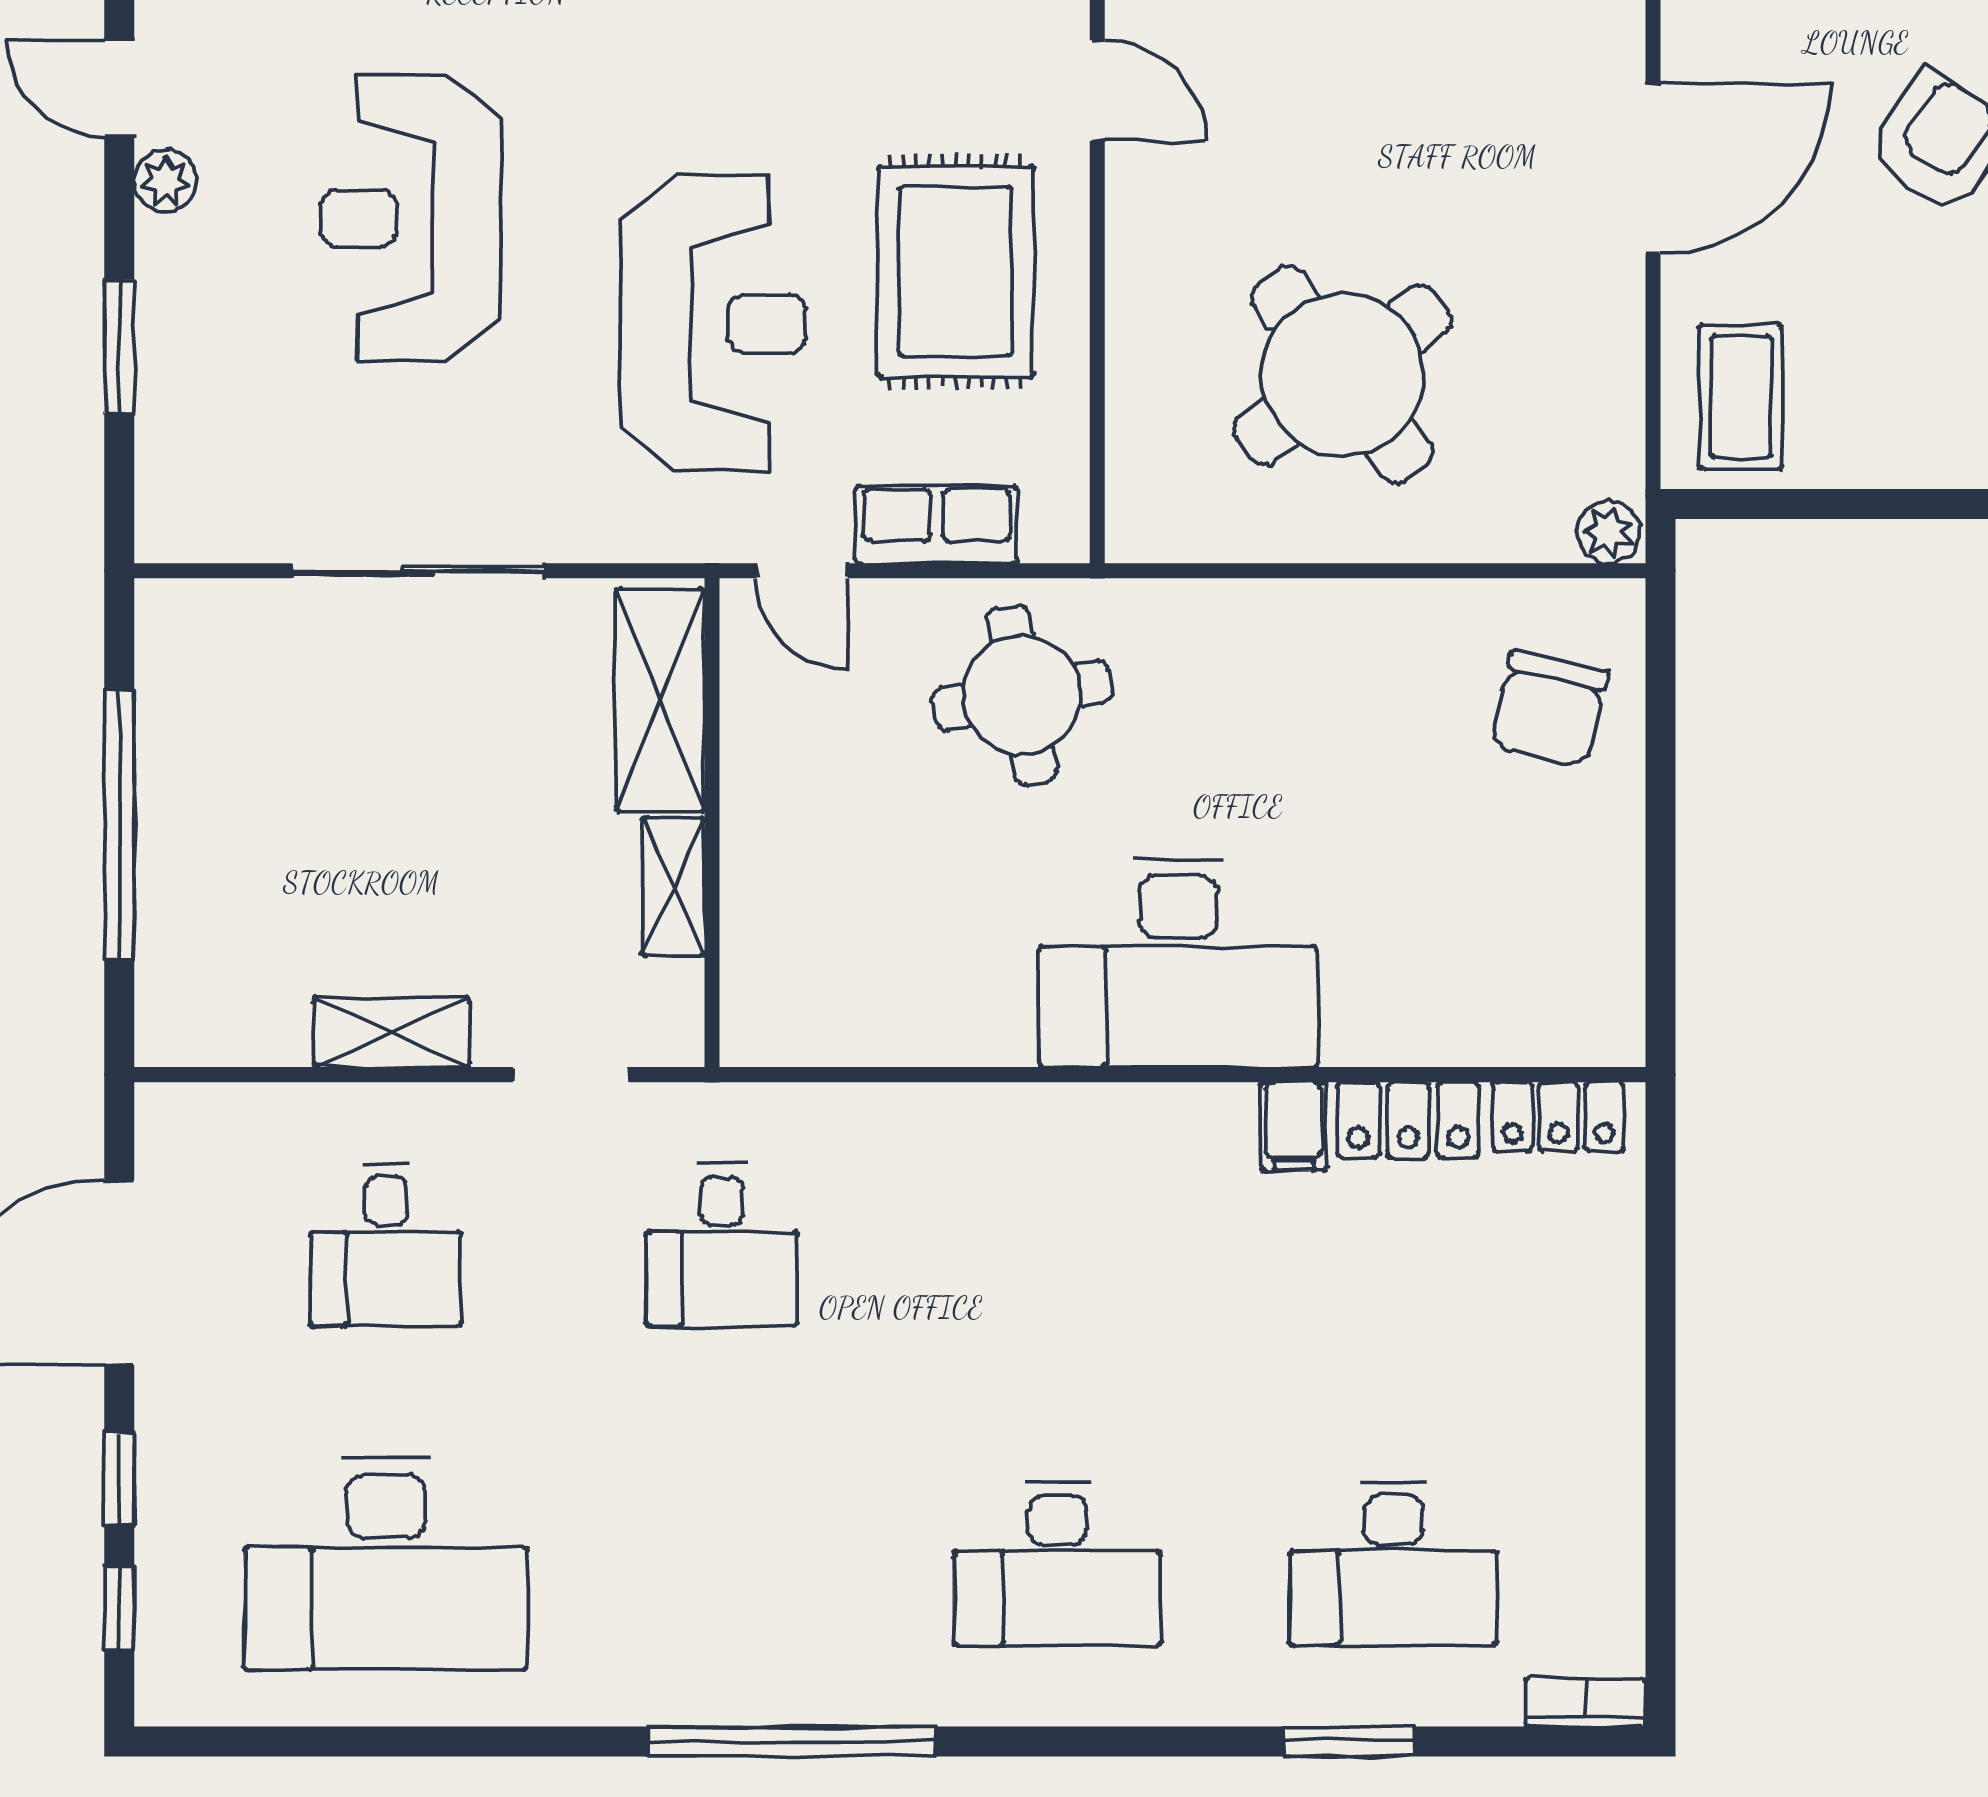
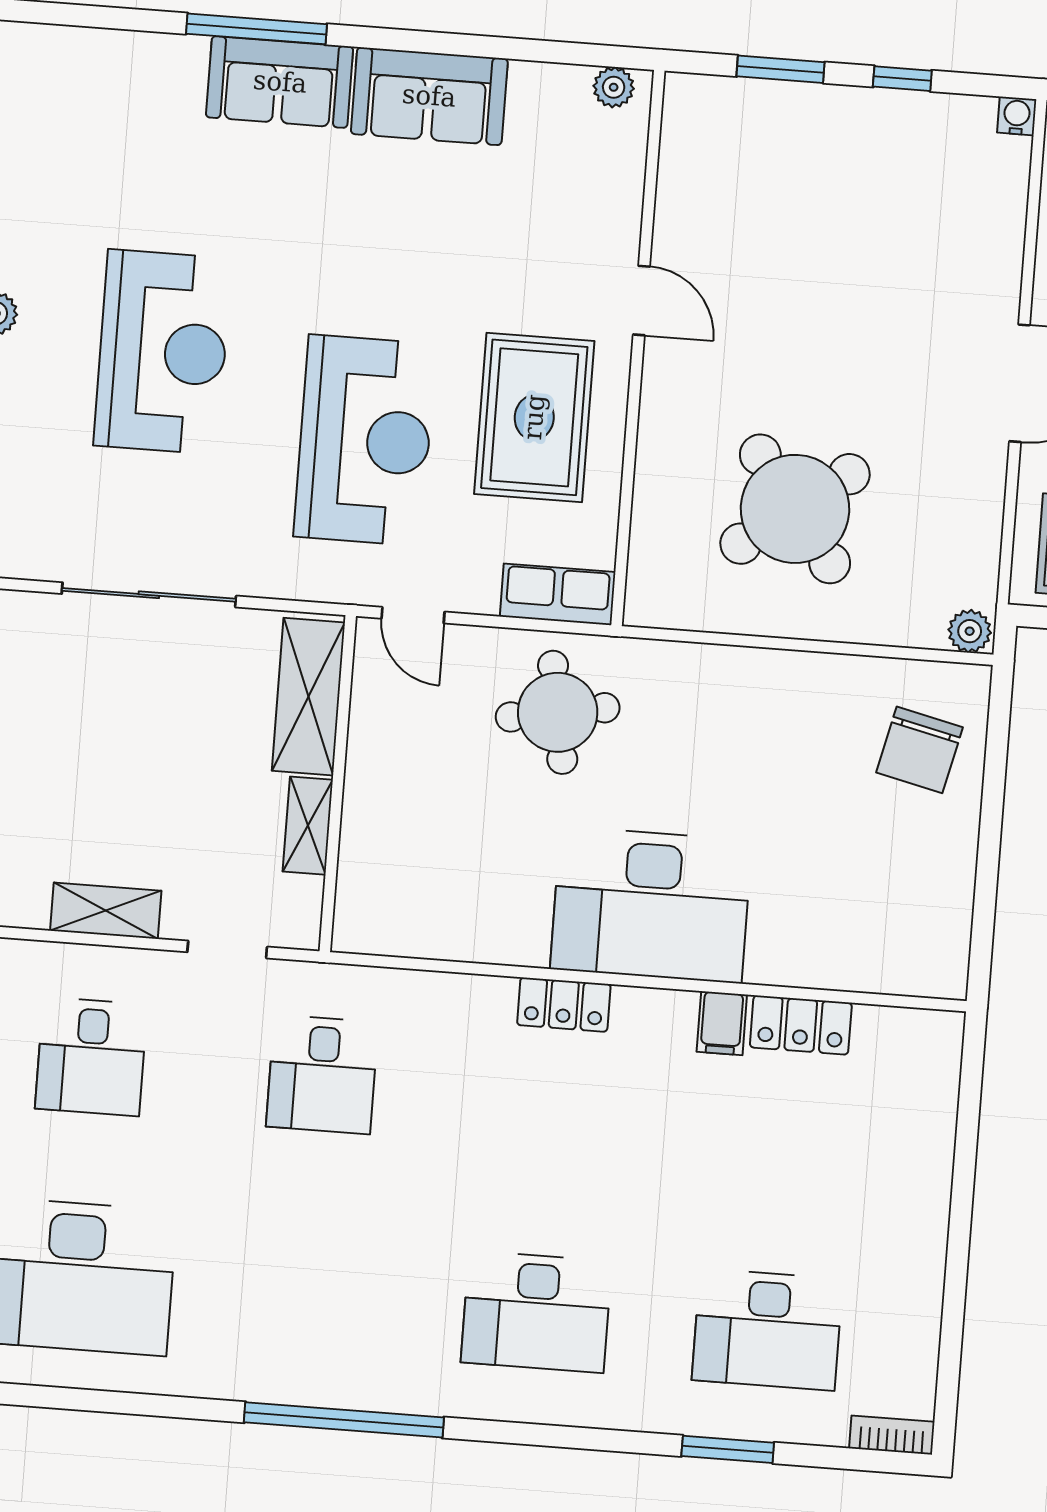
reception desk: (411, 218) -> (163, 352), turned 180
row of seats: (937, 525) -> (558, 594), moved
locker: (1559, 1117) -> (564, 1005), moved

